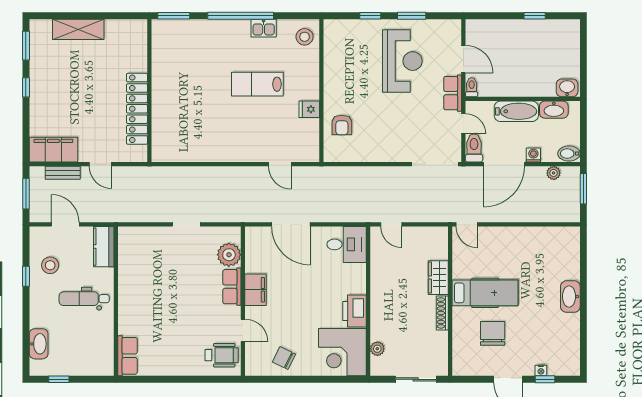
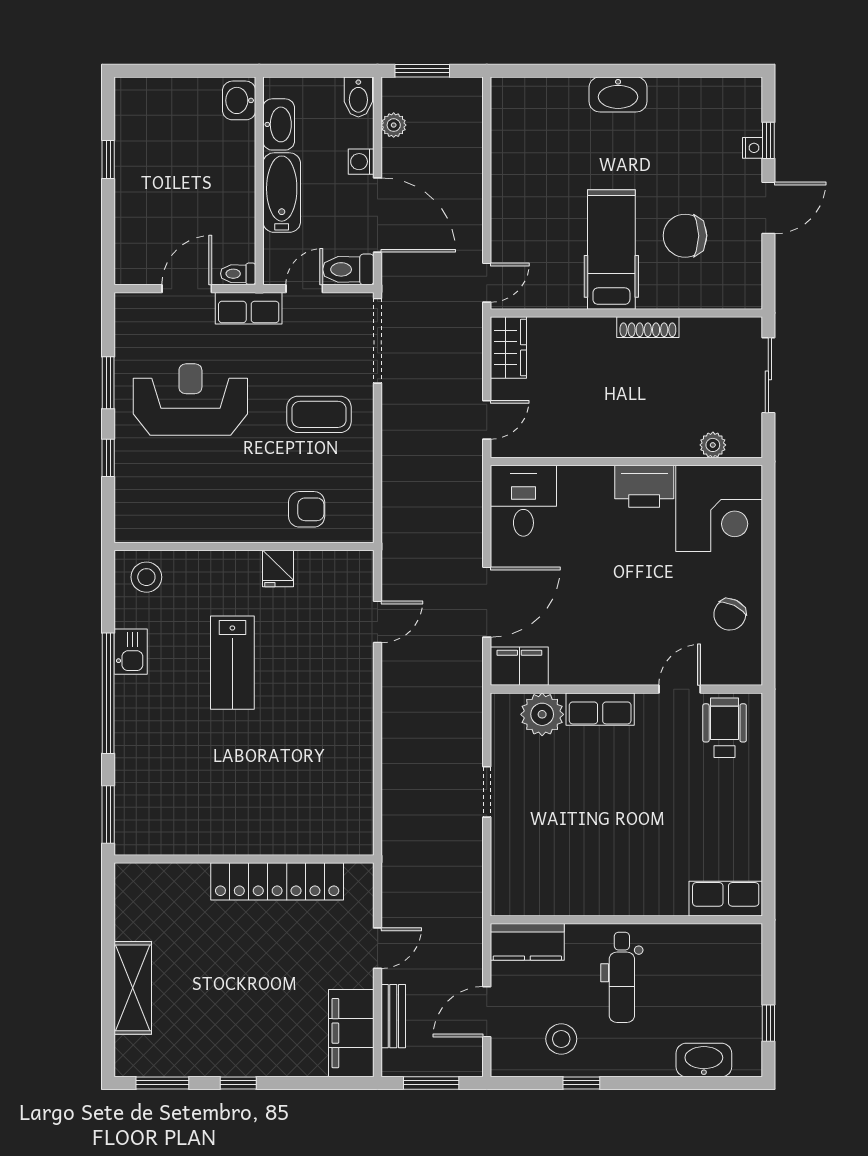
coffee table: (394, 132) -> (319, 414), added
wardrobe: (438, 278) -> (508, 347), moved, turned -90
filing cabinet: (255, 290) -> (519, 666), moved

